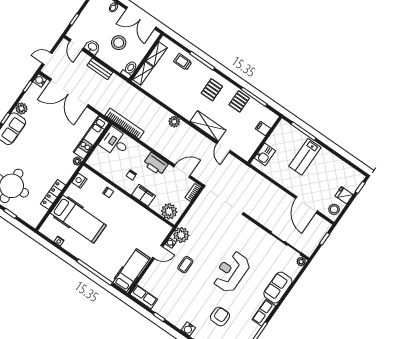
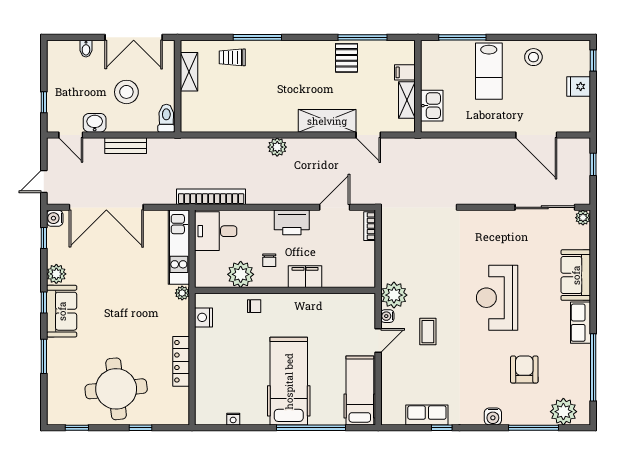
shelving: (143, 73) -> (407, 100), moved
pallet: (212, 90) -> (298, 68), removed
stool: (334, 209) -> (533, 57), moved
plant: (169, 211) -> (241, 274), moved
hospital bed: (78, 219) -> (289, 381), moved, turned -90
row of seats: (144, 297) -> (427, 415), moved

